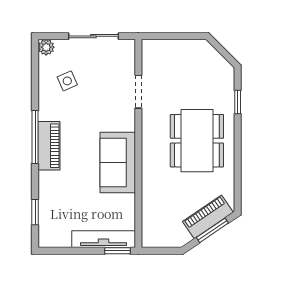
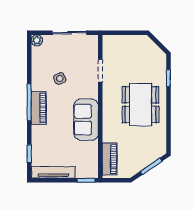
side table: (67, 81) -> (60, 79), moved
piano: (208, 217) -> (110, 159), moved, turned 124
tv unit: (104, 239) -> (53, 172), moved

